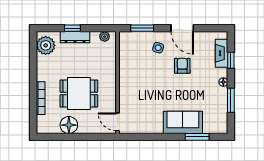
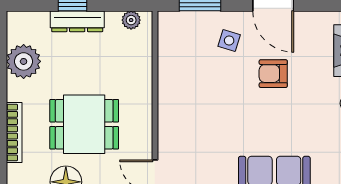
plant: (46, 45) -> (24, 61), moved
armchair: (182, 66) -> (273, 74), turned -90

